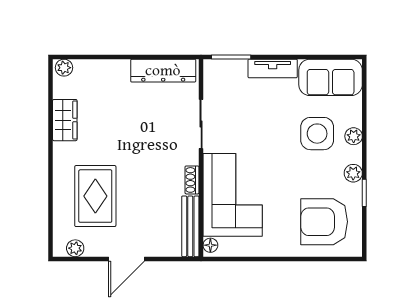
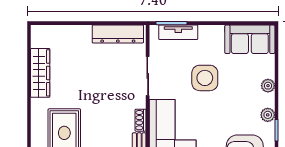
plant: (64, 68) -> (40, 32), removed
tv unit: (273, 68) -> (178, 32), moved
wardrobe: (65, 120) -> (40, 73), width x1.50
side table: (317, 134) -> (205, 78), moved

